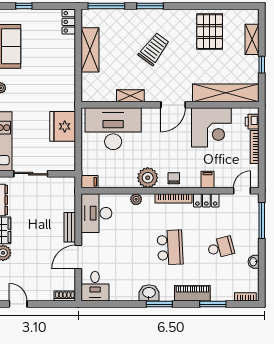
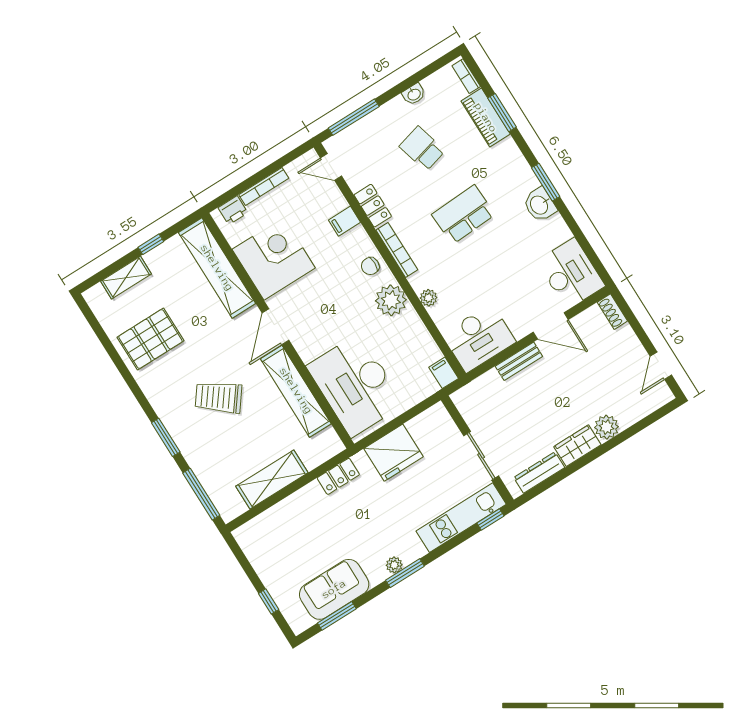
locker: (69, 22) -> (338, 476), moved
shelving: (130, 96) -> (296, 391), width x2.20, depth x1.33
door: (173, 105) -> (275, 327), swing flipped
desk: (95, 286) -> (571, 274), width x1.37
piano: (192, 293) -> (486, 118), moved

